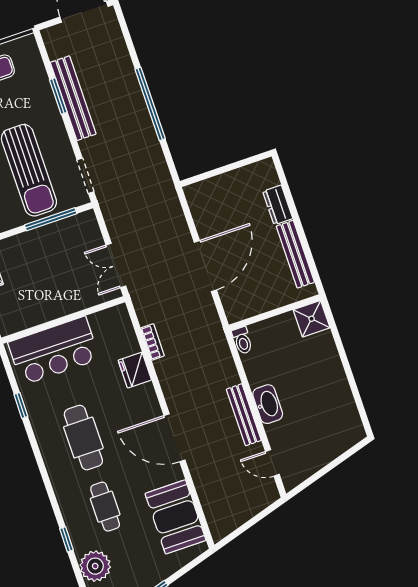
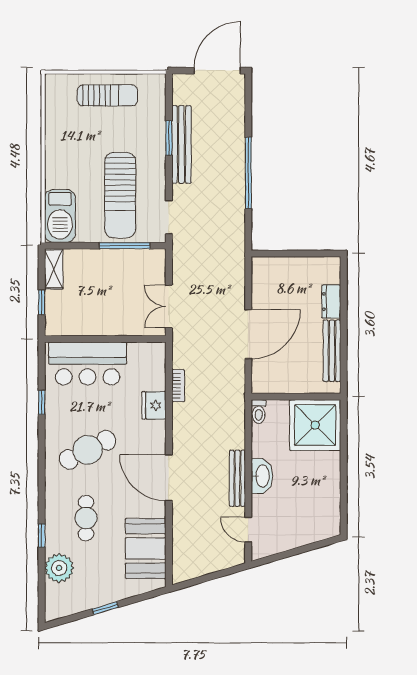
shower: (312, 319) -> (315, 425), width x1.86, depth x1.86
cafe table: (83, 438) -> (88, 450), turned 63

